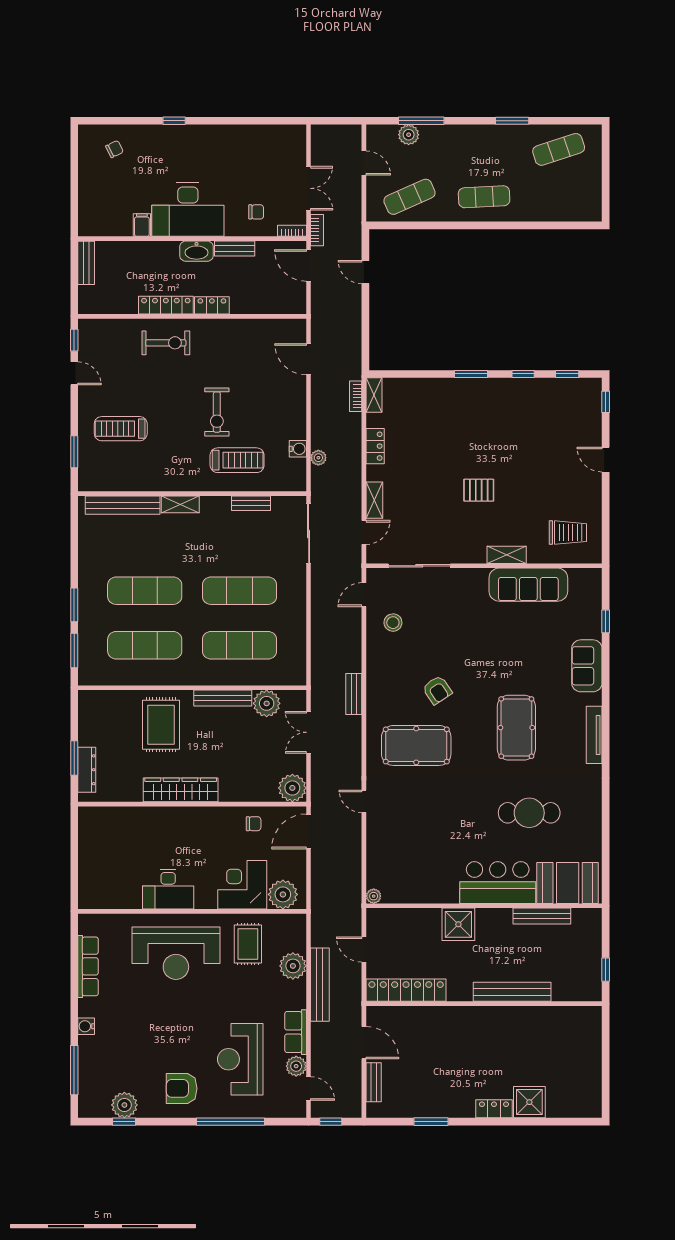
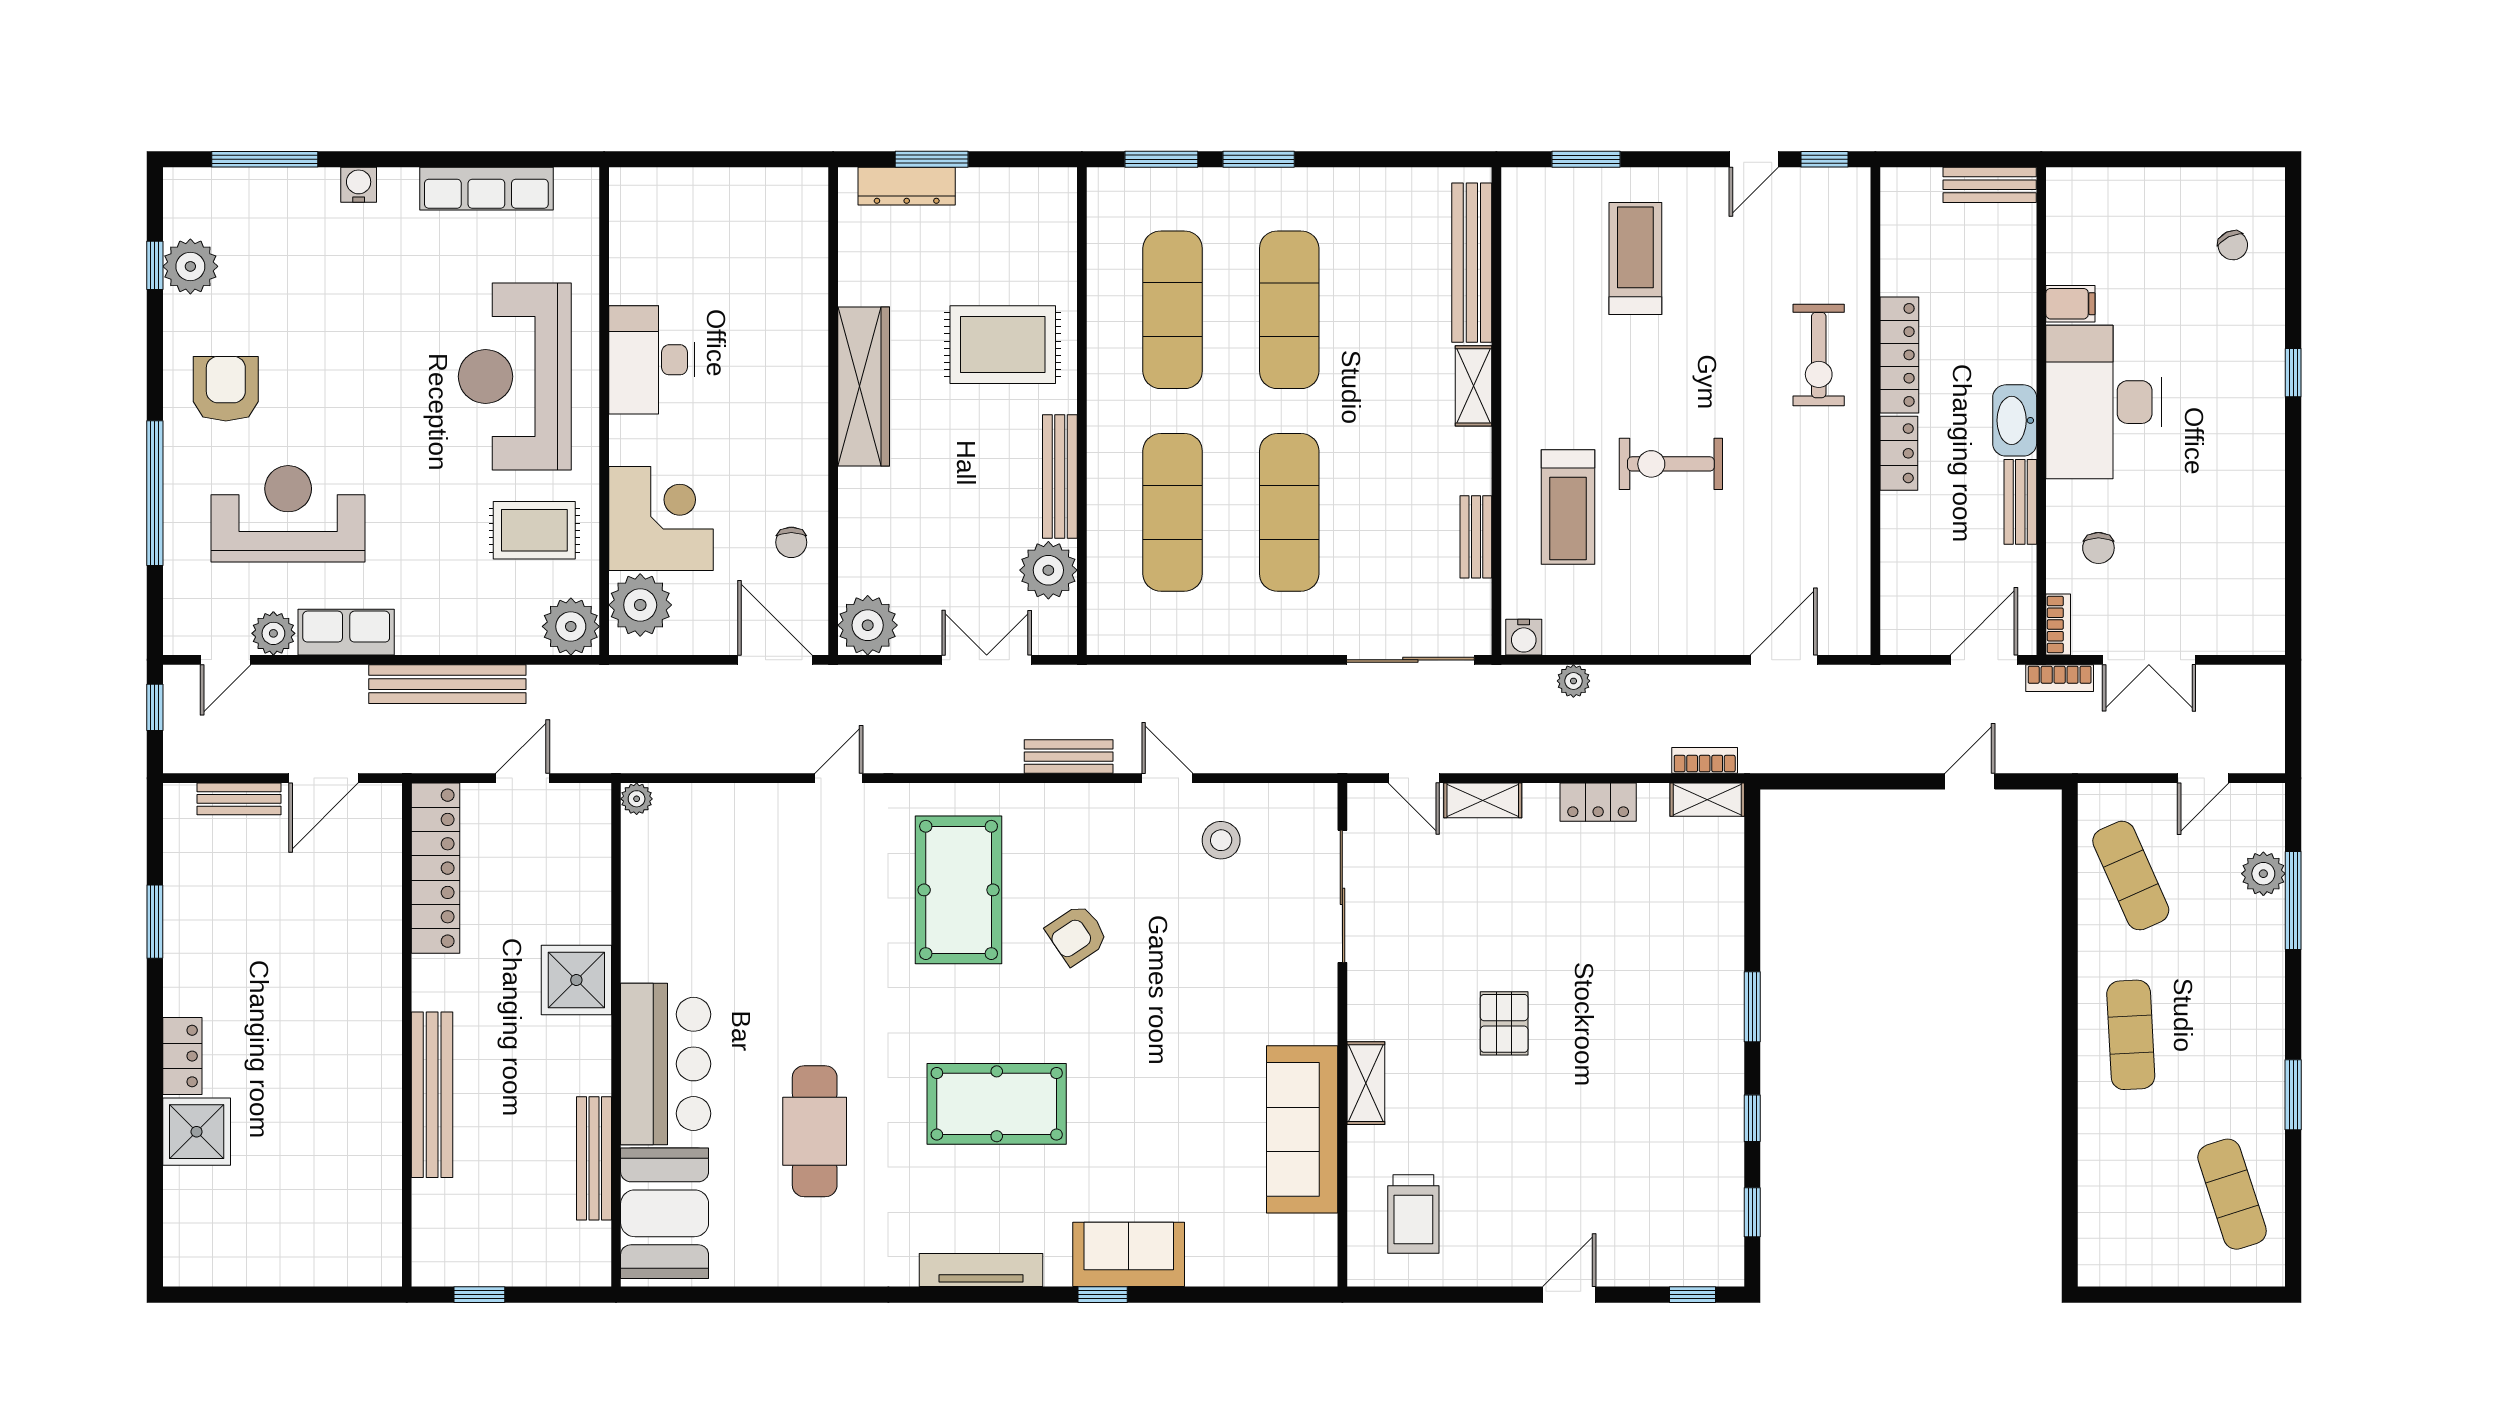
water cooler: (298, 449) -> (1524, 637), moved
door: (364, 595) -> (1167, 778), moved
window: (606, 621) -> (1103, 1295), moved
plant: (293, 966) -> (571, 626), moved

